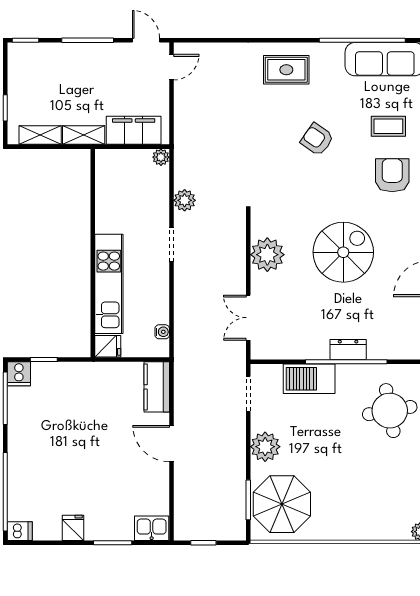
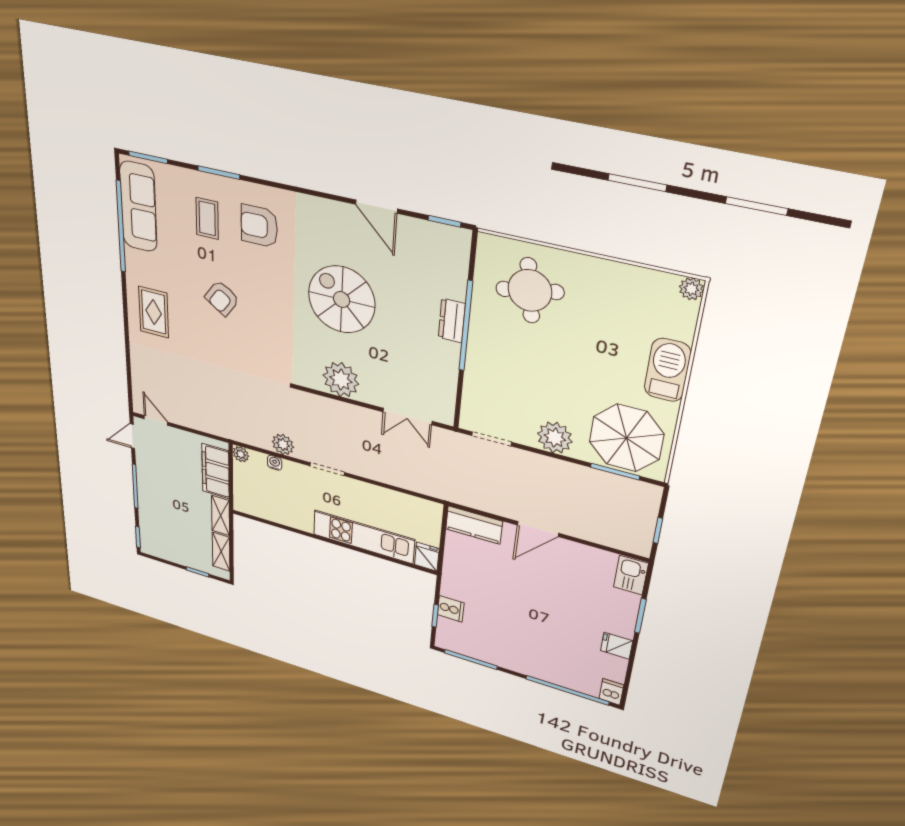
water cooler: (162, 332) -> (275, 463), moved
cooker: (19, 374) -> (451, 609), moved
barbecue: (309, 379) -> (667, 370), moved, turned 180

